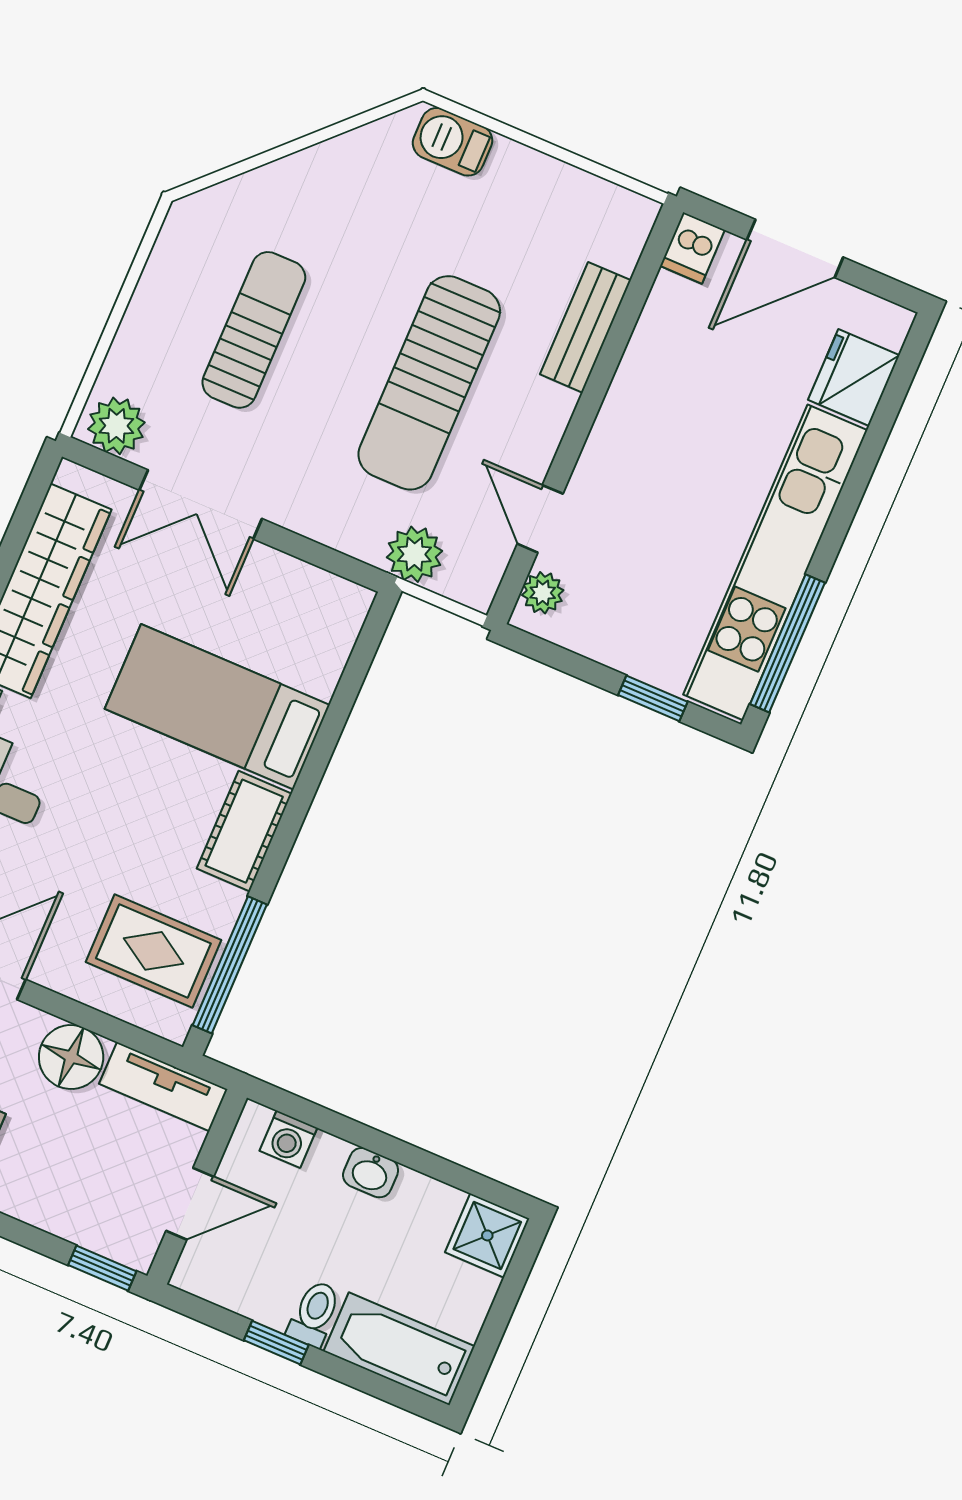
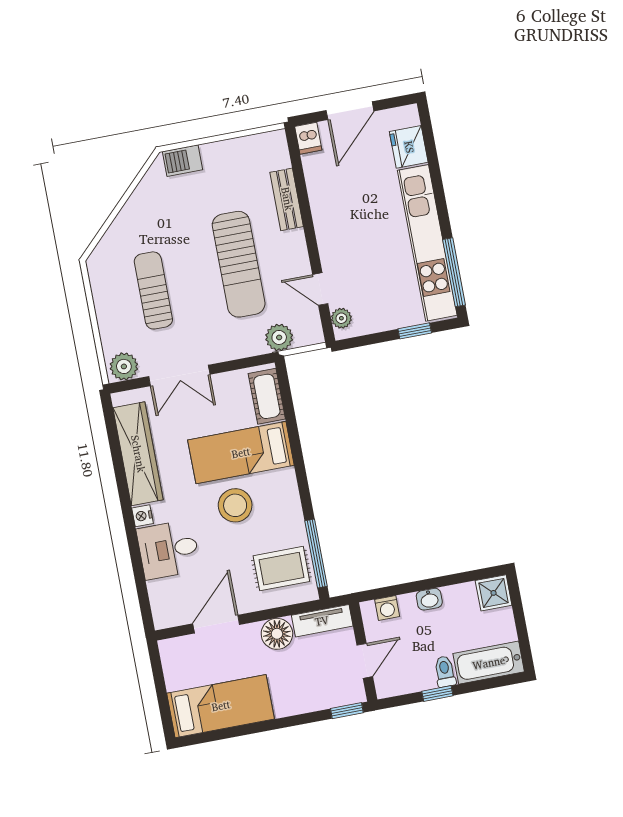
stool: (147, 790) -> (235, 505), added
cot: (244, 831) -> (267, 396), moved

